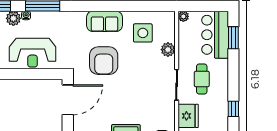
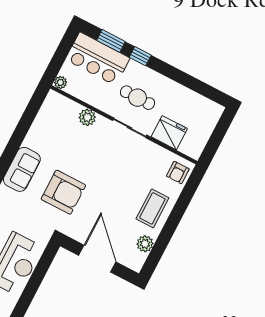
side table: (143, 33) -> (56, 135), removed
door: (68, 100) -> (97, 259), moved
window: (233, 109) -> (140, 56), moved

